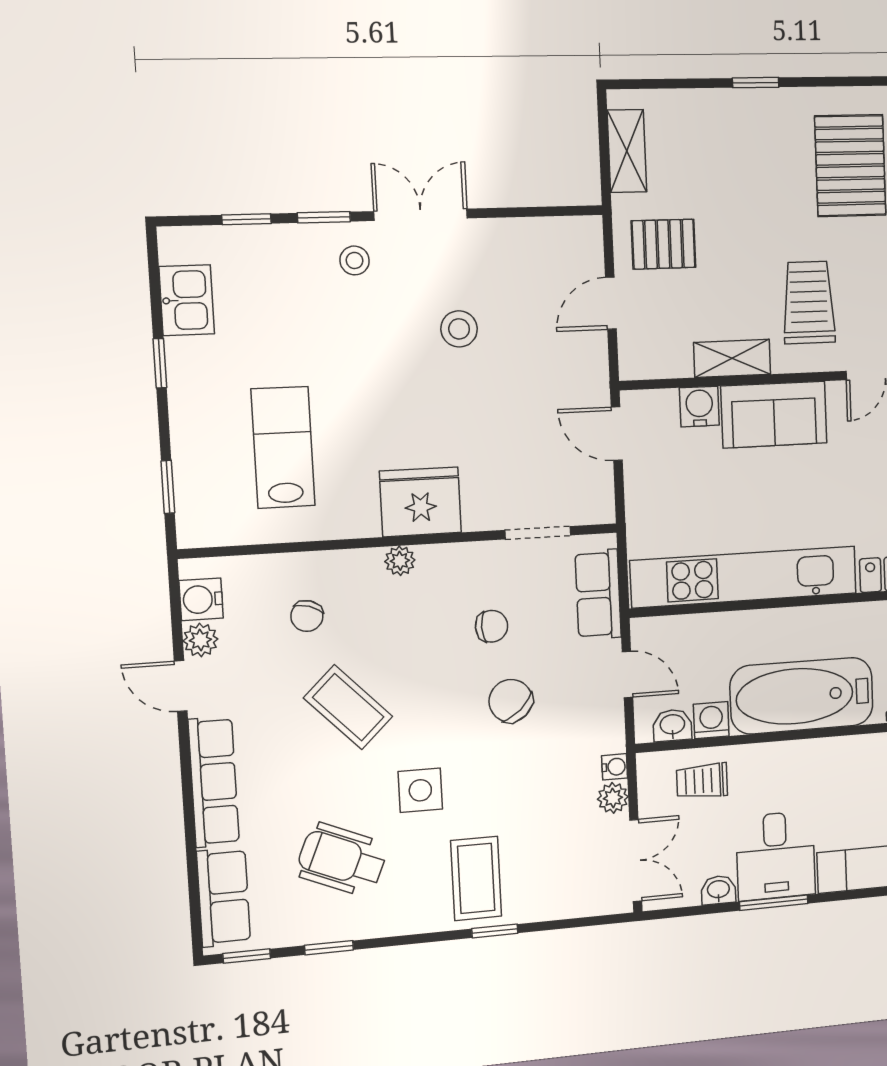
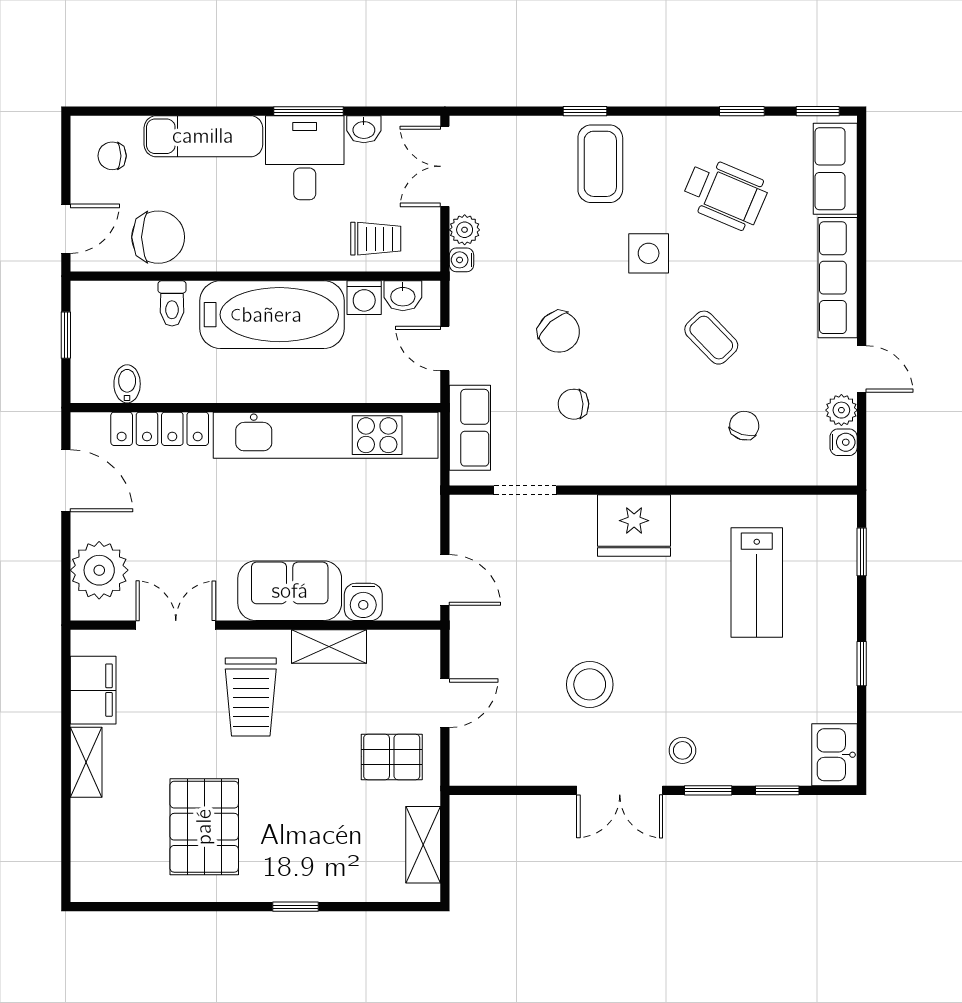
kitchen sink: (187, 300) -> (834, 755), moved
stool: (459, 329) -> (590, 684), width x1.38, depth x1.38
plant: (400, 561) -> (656, 472), removed
water cooler: (201, 599) -> (844, 442), width x0.72, depth x0.72
coffee table: (348, 707) -> (711, 338), width x0.73, depth x0.77

